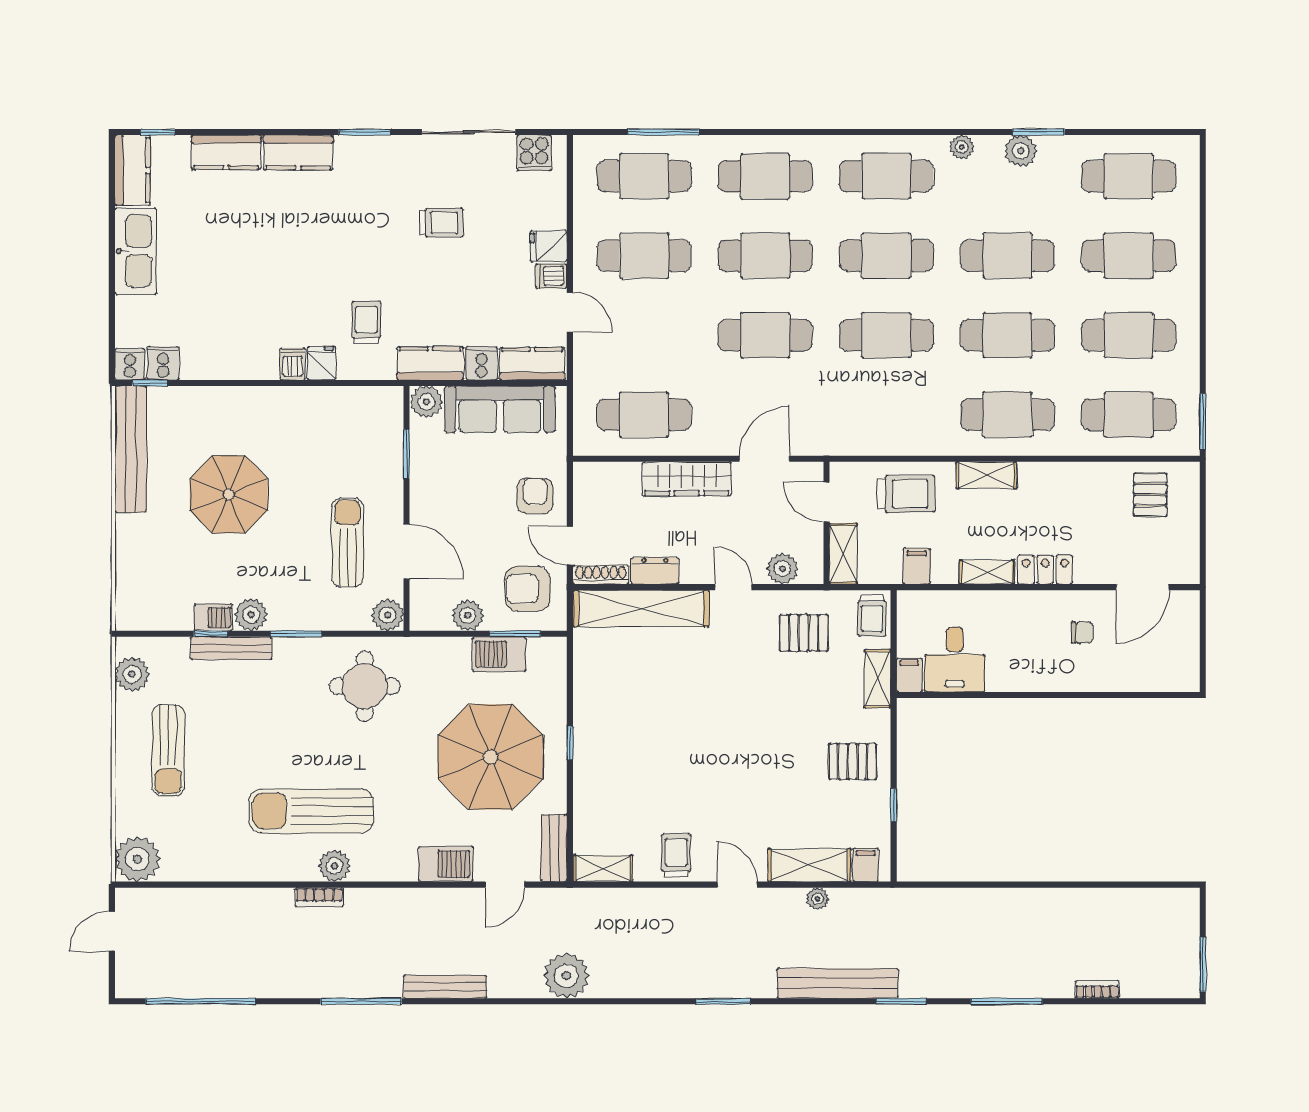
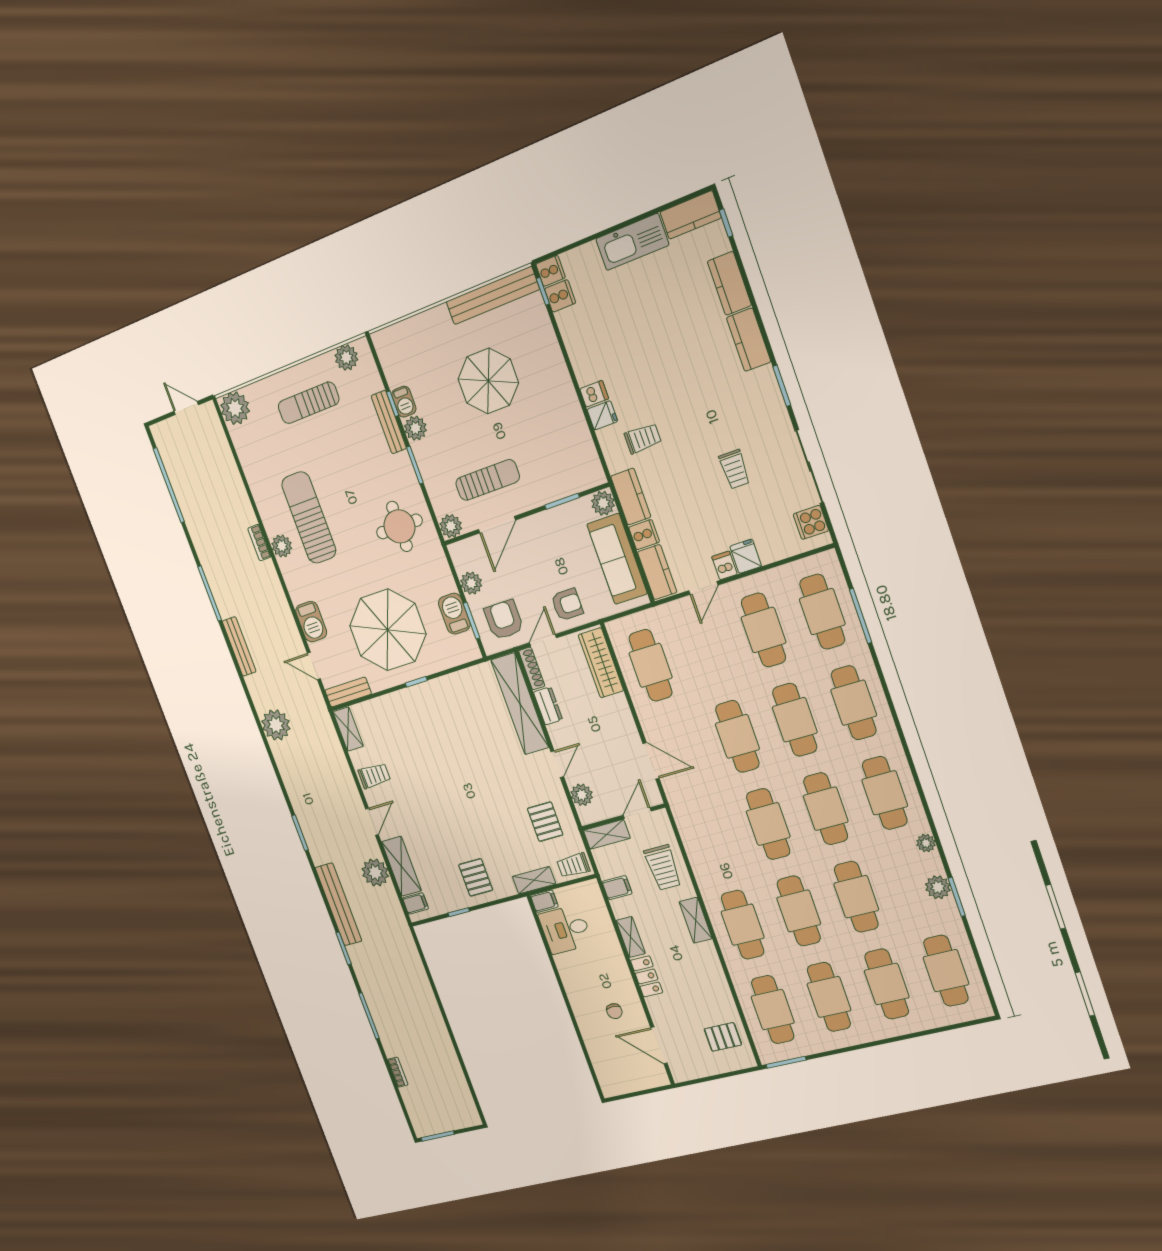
wardrobe: (687, 479) -> (601, 663), moved
plant: (818, 899) -> (375, 873), width x1.88, depth x1.88

